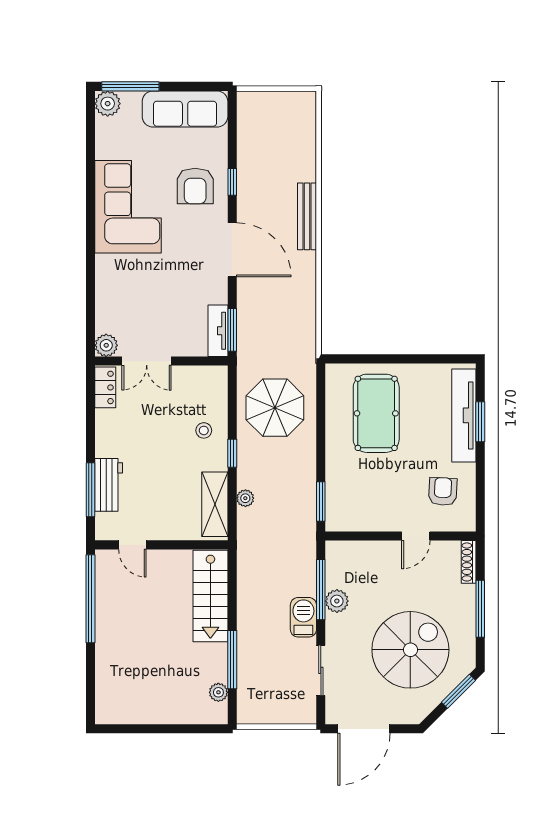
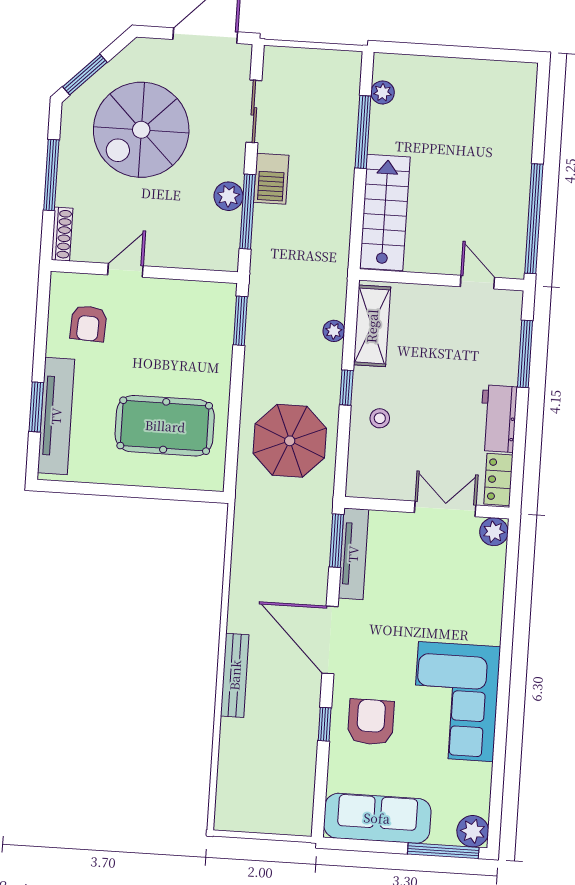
tv unit: (218, 331) -> (353, 554), width x1.41
pool table: (376, 413) -> (165, 426), turned 90
workbench: (109, 485) -> (498, 419), moved

